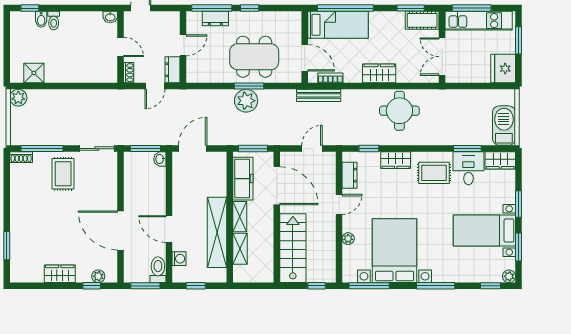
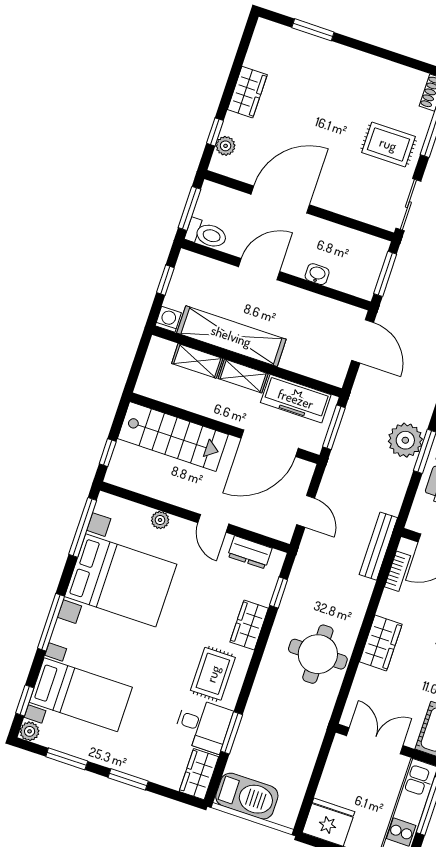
washbasin: (160, 159) -> (317, 274), moved
bed with nightstands: (484, 230) -> (81, 695), moved, turned 90
washing machine: (179, 259) -> (168, 319), moved, turned 180

